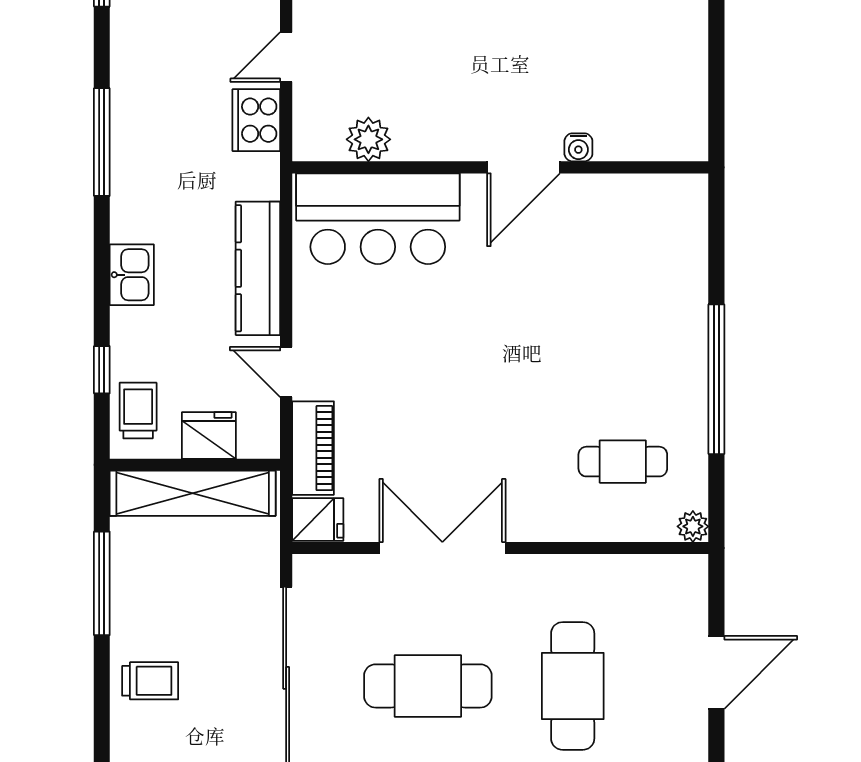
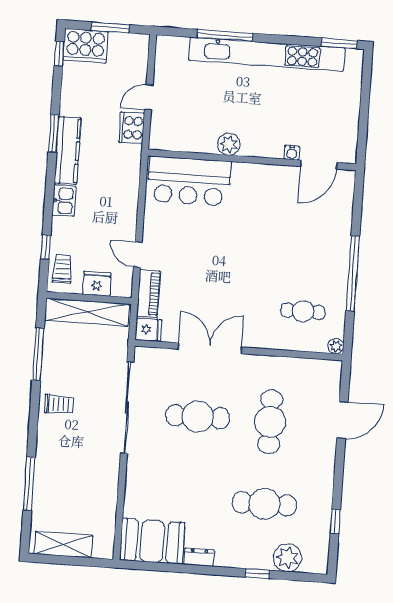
plant: (368, 139) -> (229, 144), moved
window: (102, 142) -> (54, 133), width x0.69
door: (523, 167) -> (319, 165), moved
kitchen counter: (258, 268) -> (68, 150), moved, turned 180

